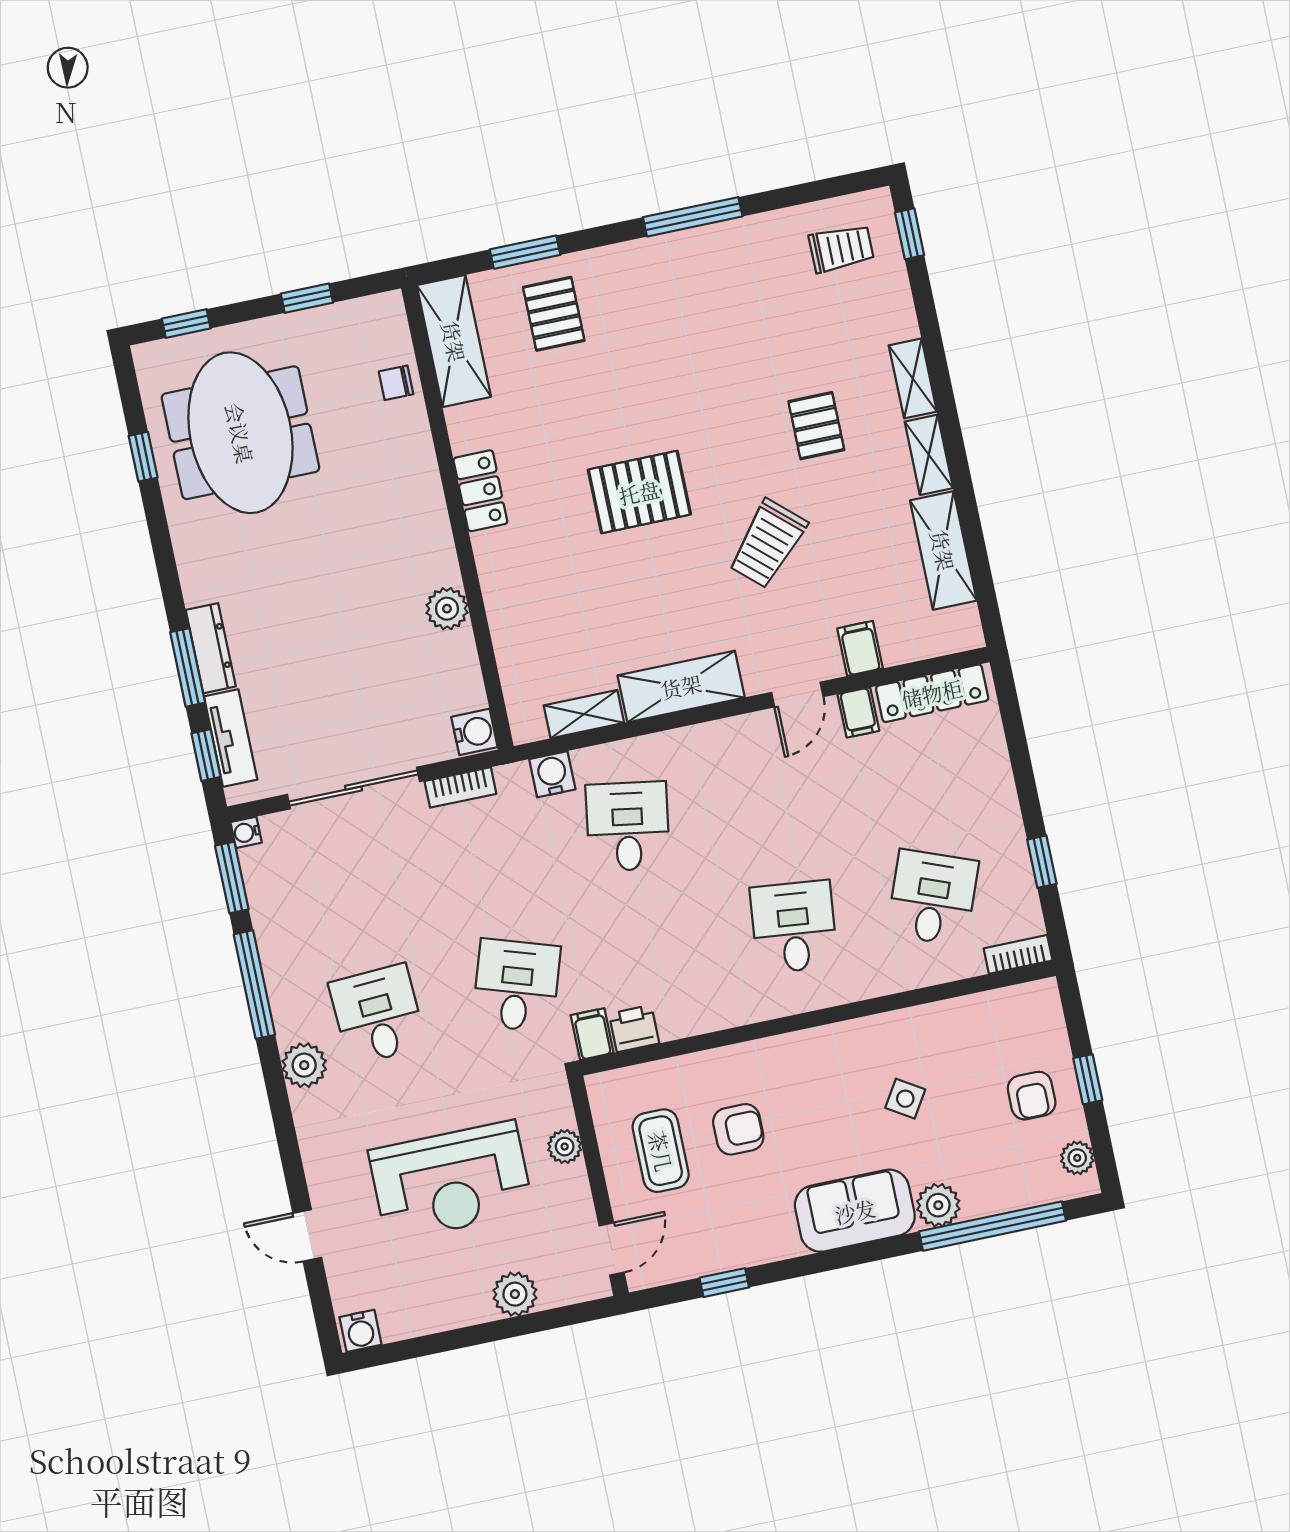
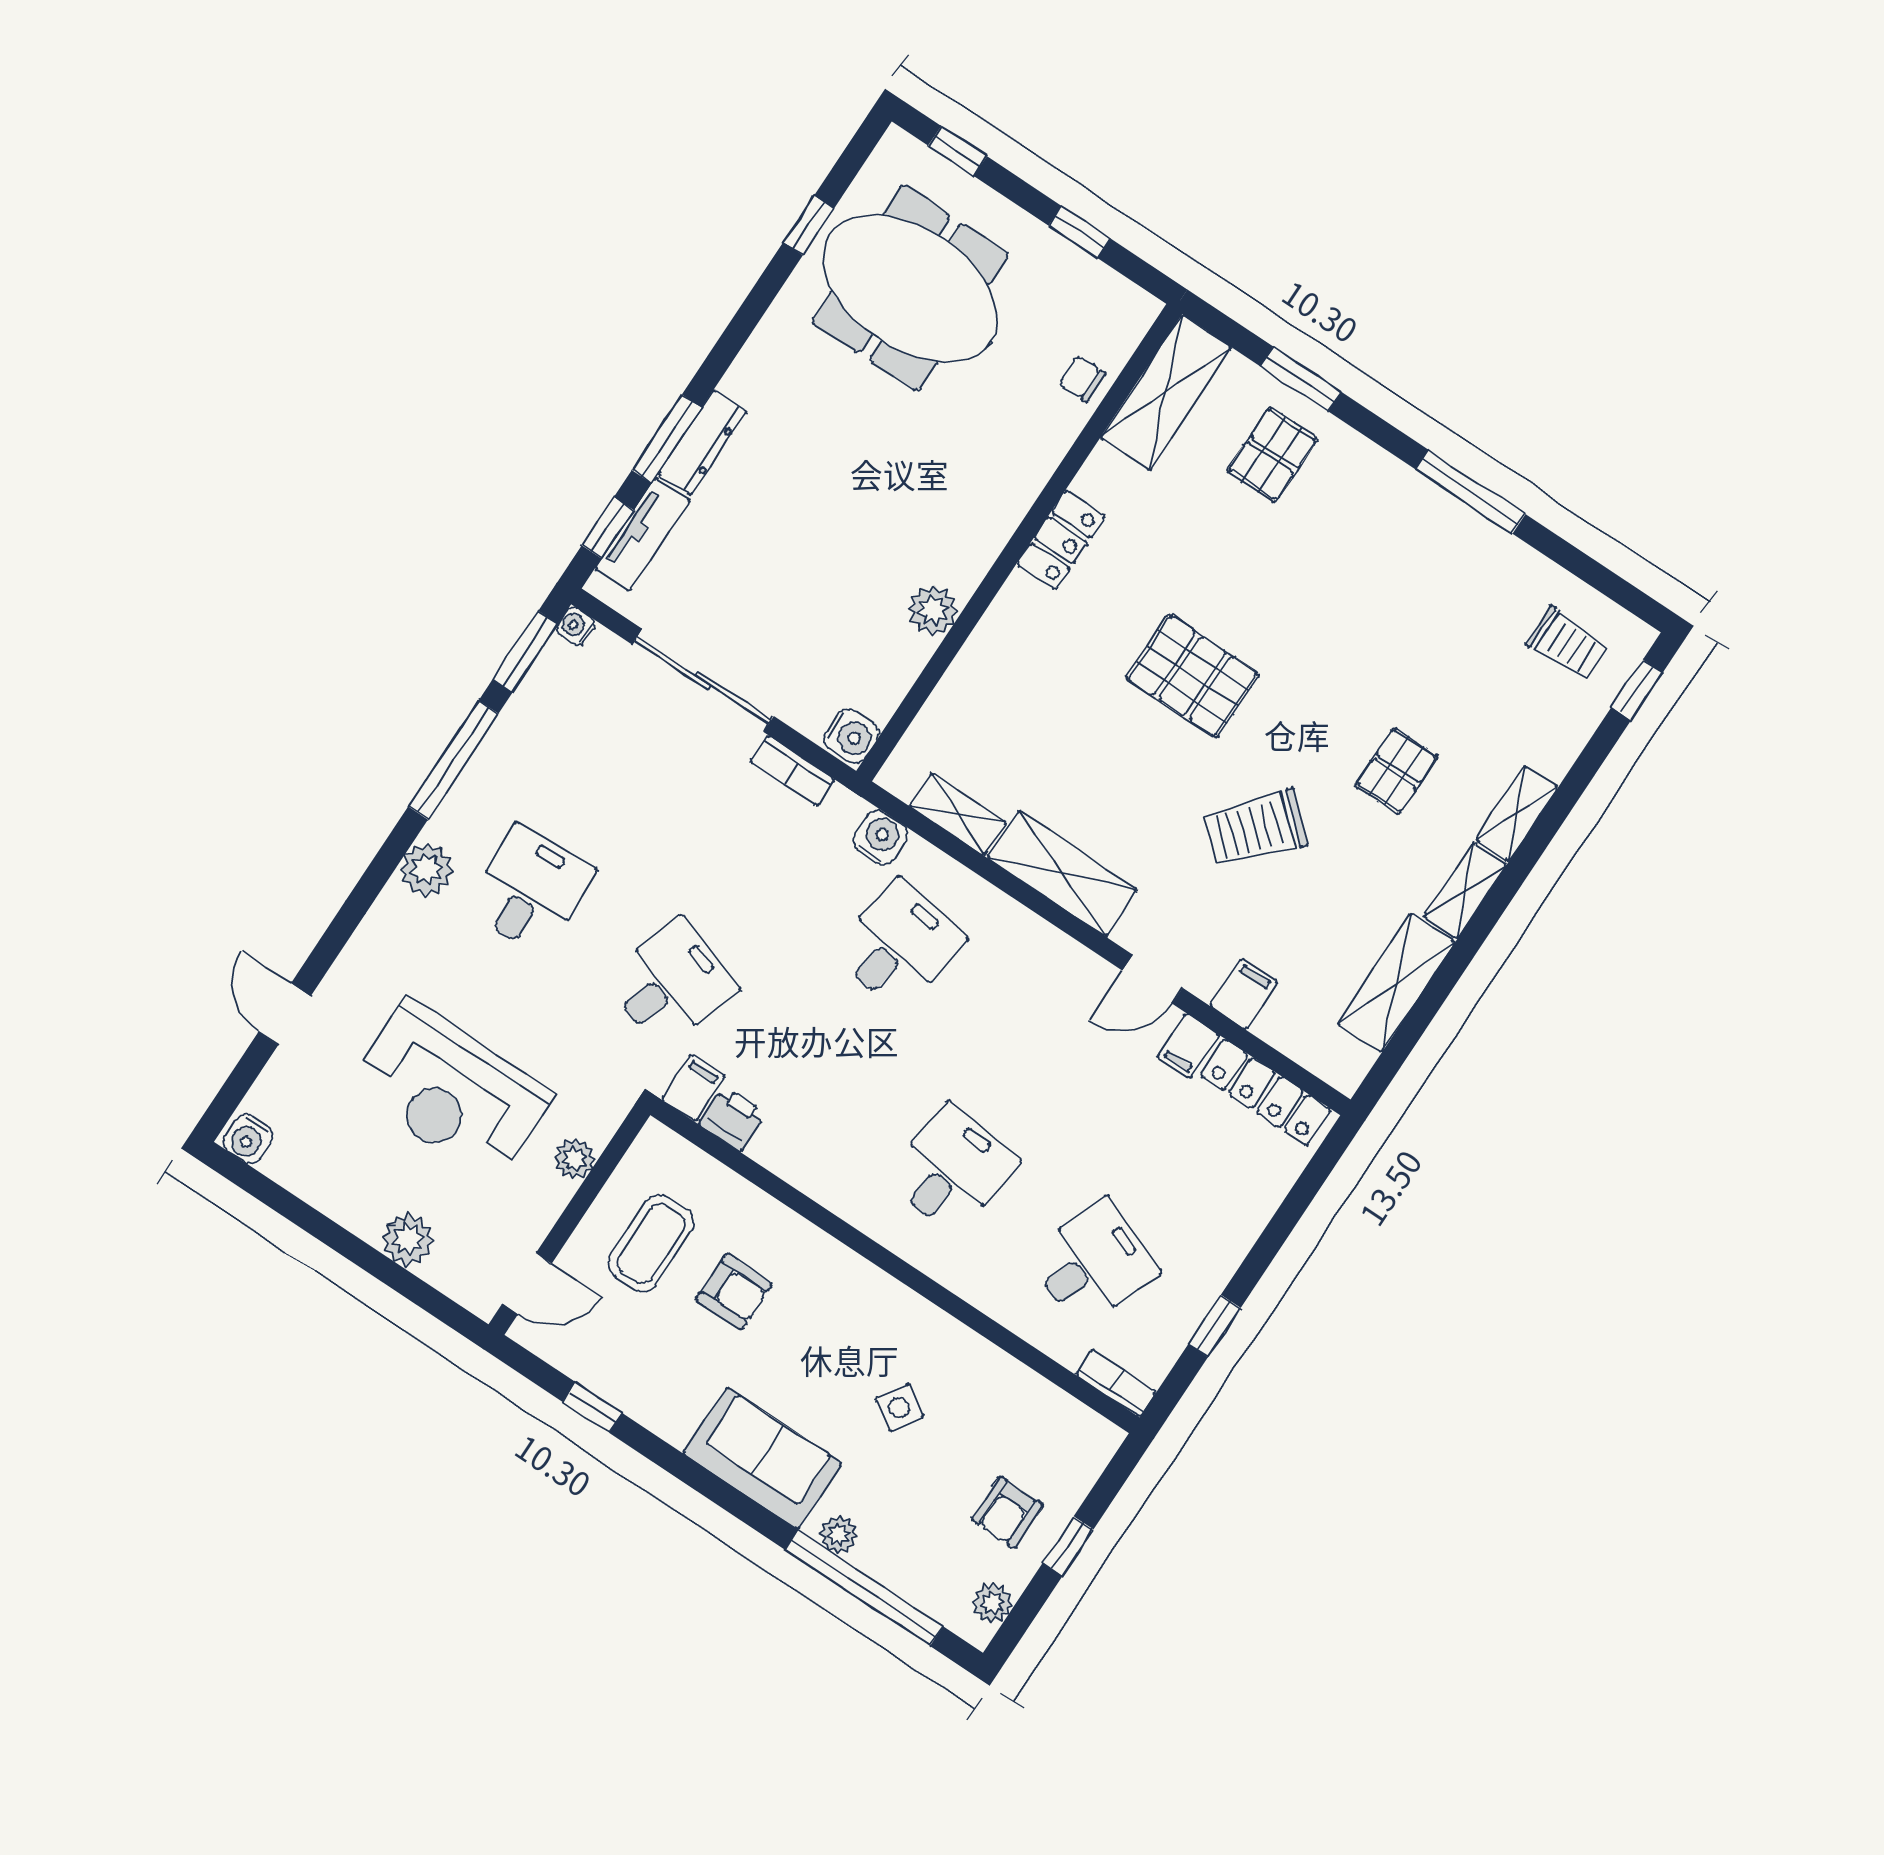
meeting table: (240, 433) -> (910, 288), turned 90
plant: (938, 1205) -> (838, 1534), width x0.73, depth x0.73

